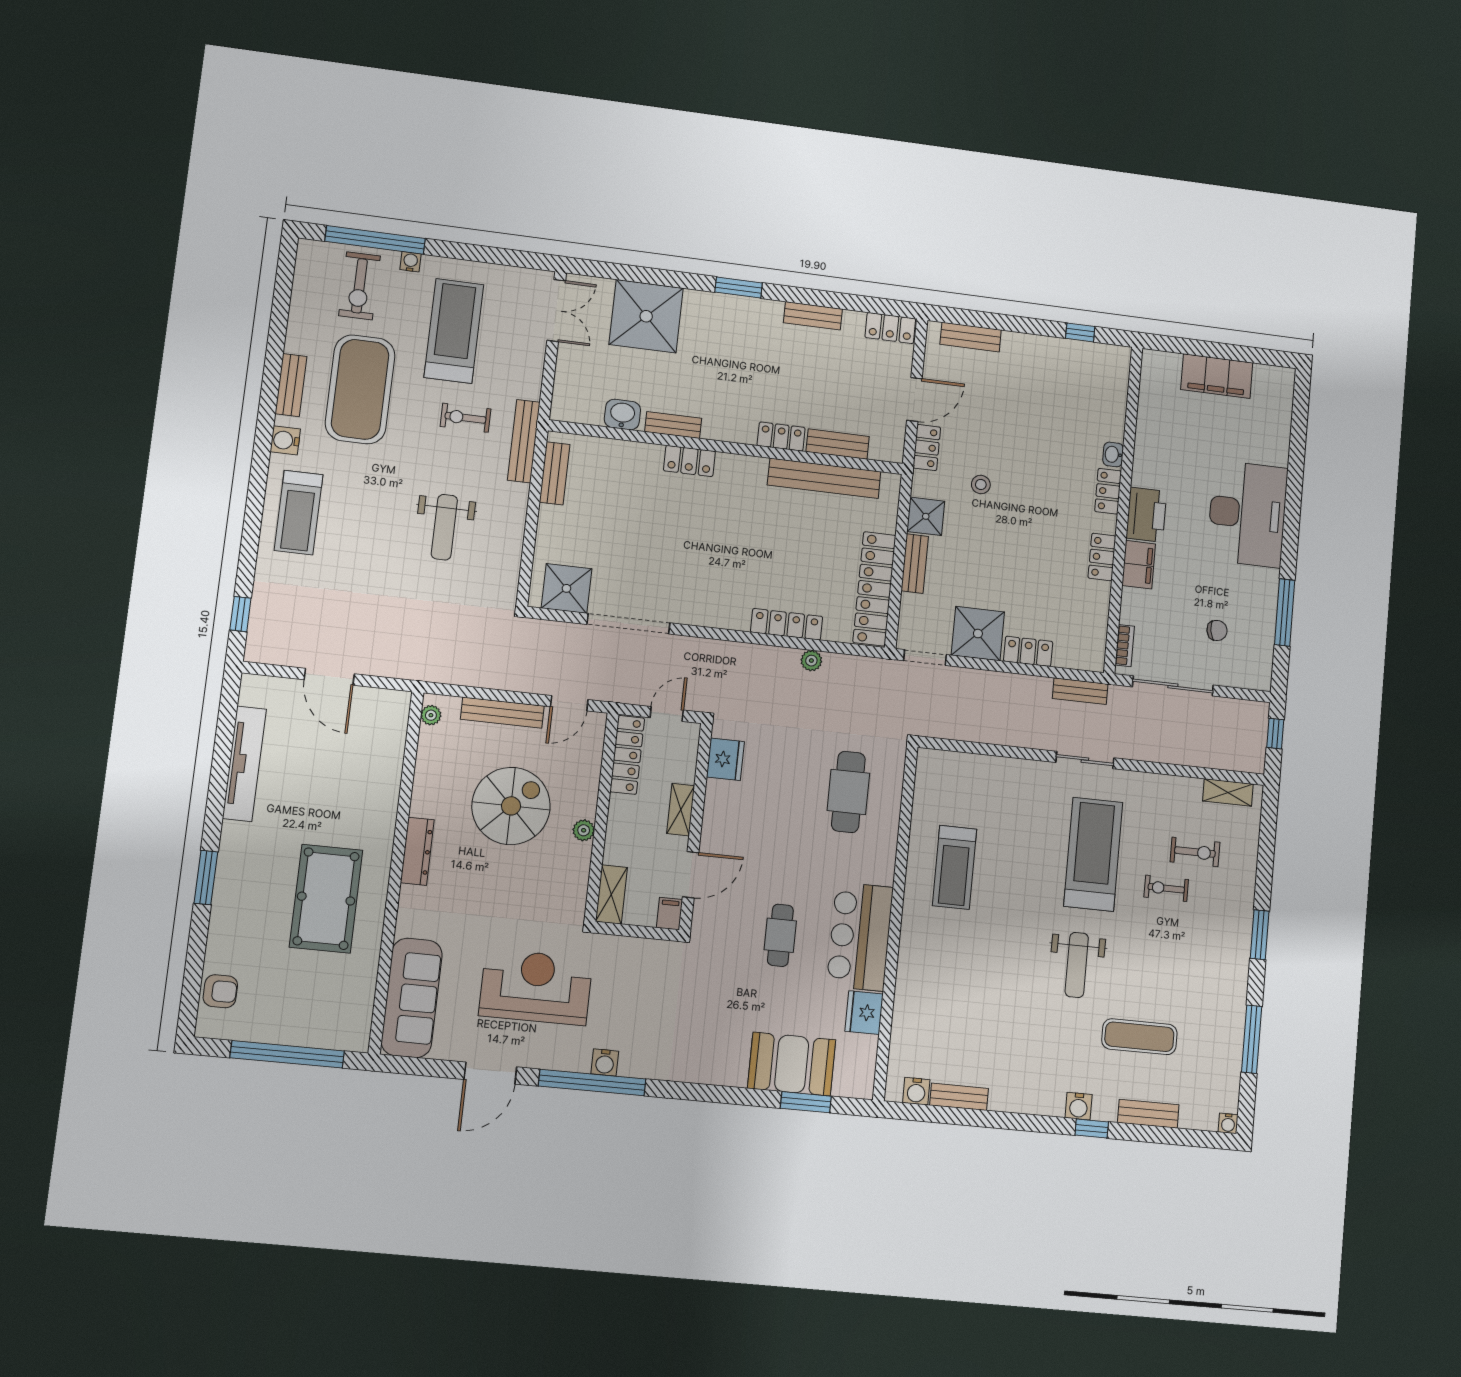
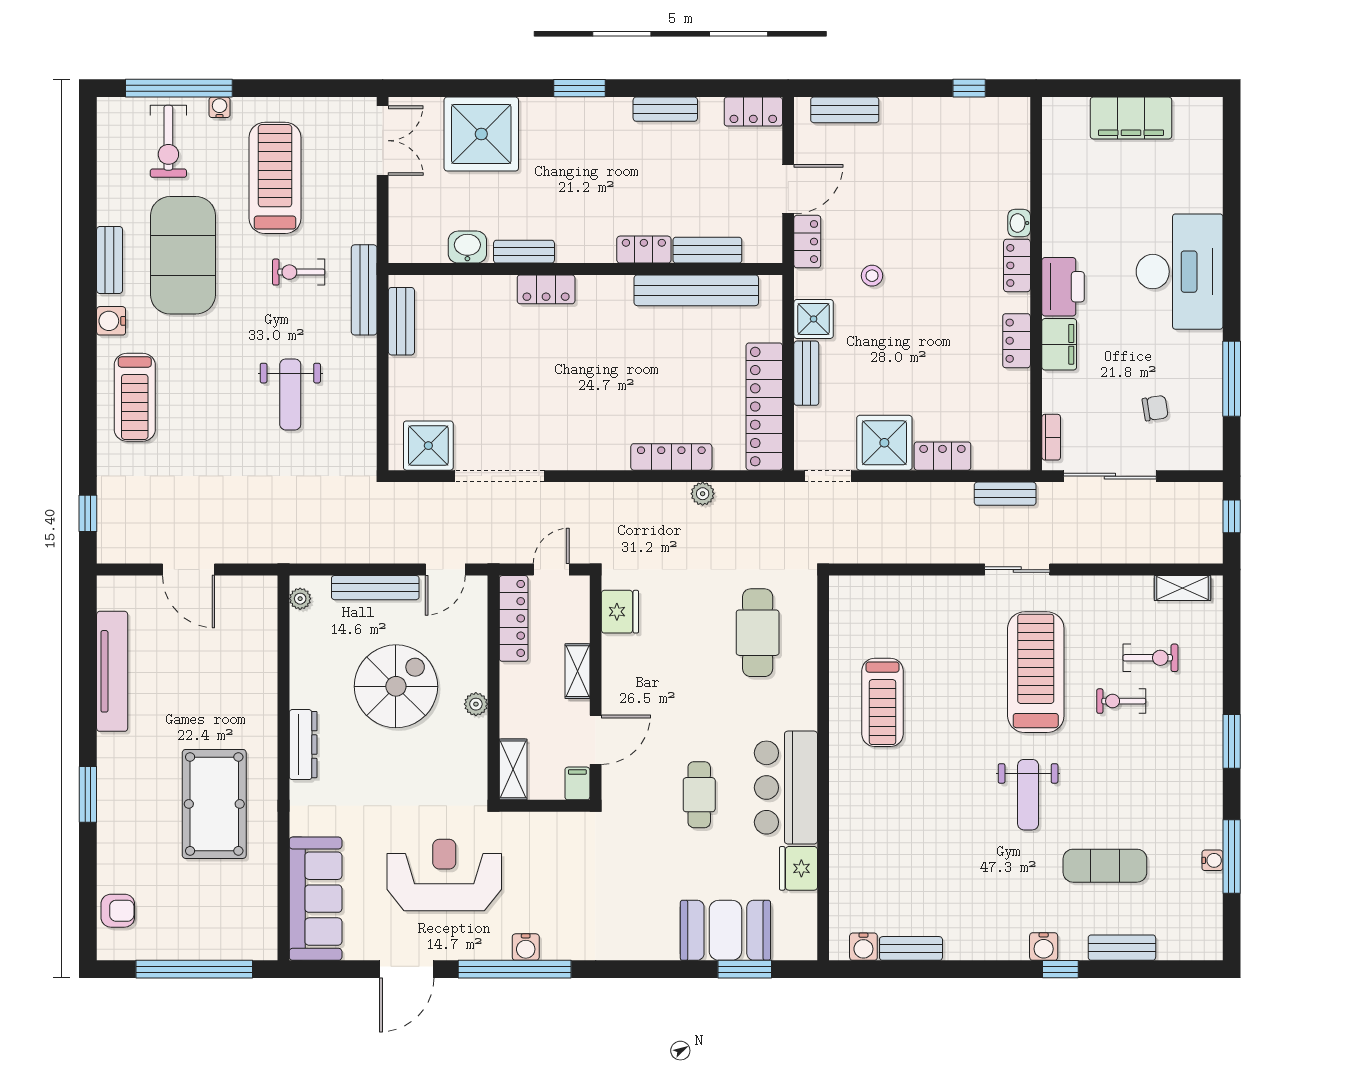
water cooler: (1228, 1123) -> (1212, 860), moved, turned -90

